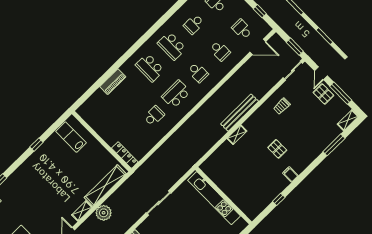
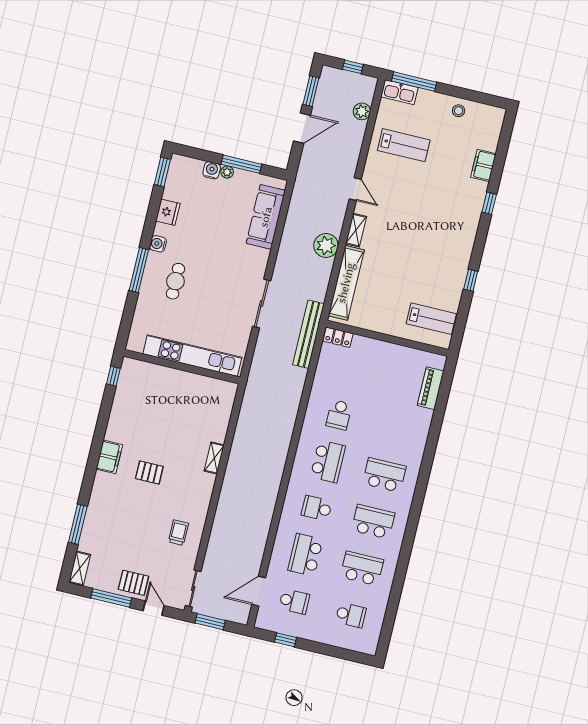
school desk: (194, 24) -> (362, 568), width x1.85
school desk: (220, 51) -> (305, 555), width x1.85
piano: (113, 82) -> (431, 388), moved
bench: (240, 113) -> (309, 334), moved
locker: (125, 155) -> (338, 337), width x0.66
filing cabinet: (290, 174) -> (109, 457), width x2.00
window: (279, 199) -> (113, 376), moved

